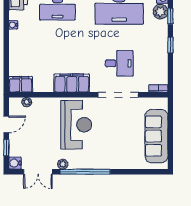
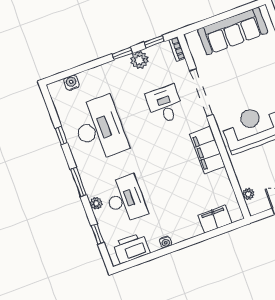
plant: (160, 12) -> (139, 60), moved
window: (170, 16) -> (154, 42), moved
filing cabinet: (21, 84) -> (215, 219), moved, turned 90

